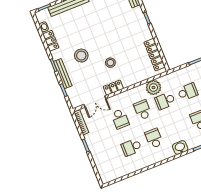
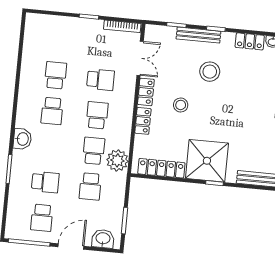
shower: (136, 29) -> (207, 161), added
locker: (132, 80) -> (143, 121), added
plant: (153, 88) -> (117, 160), moved
double door: (95, 102) -> (140, 58), swing flipped
school desk: (143, 110) -> (97, 115), turned -90
school desk: (120, 119) -> (101, 80), turned 180
school desk: (154, 138) -> (52, 111), turned 90

